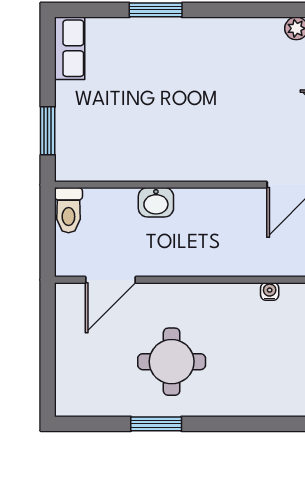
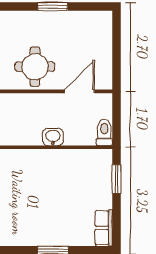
round table: (172, 362) -> (35, 67), moved

